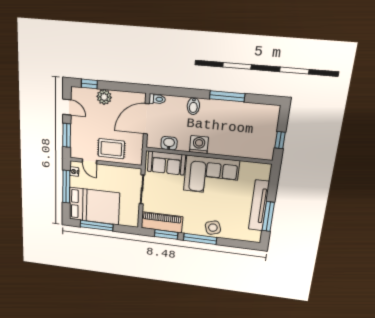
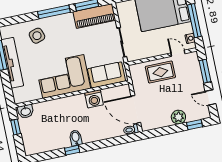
window: (227, 96) -> (72, 150), width x0.46
bidet: (193, 106) -> (76, 138), moved
door: (146, 119) -> (136, 109), swing flipped
washbasin: (169, 143) -> (26, 111), moved
washing machine: (199, 145) -> (94, 99), moved
side table: (213, 228) -> (37, 36), moved

